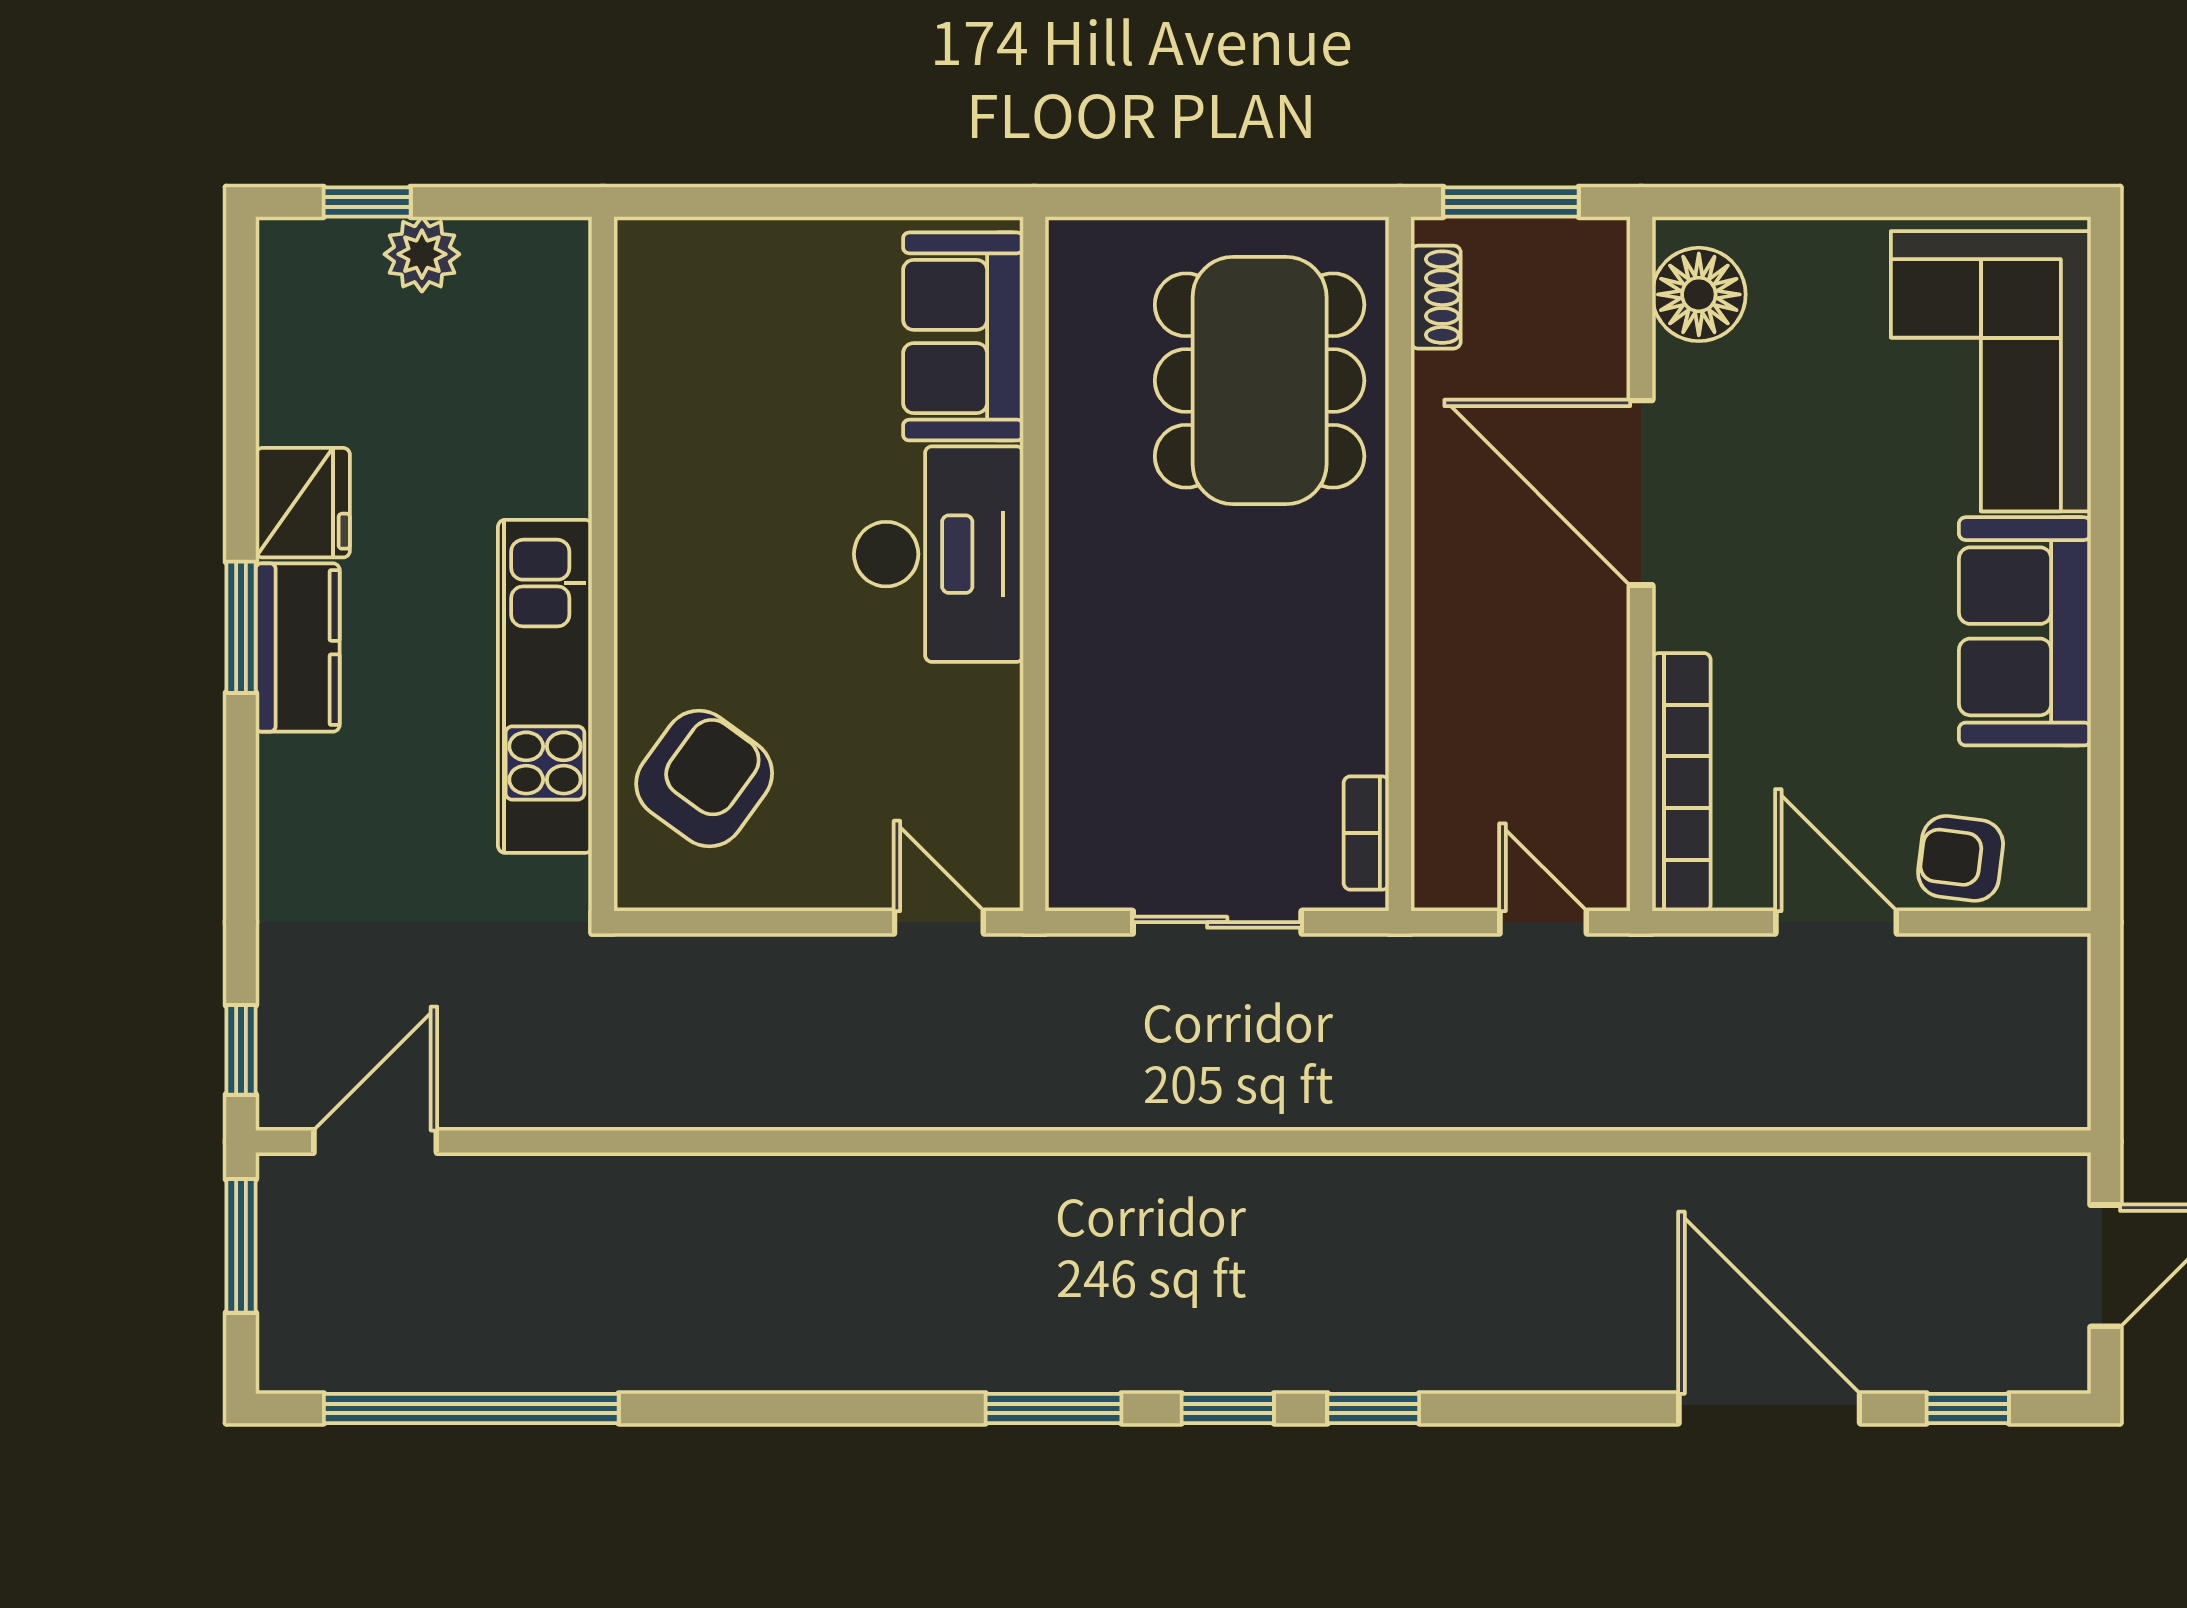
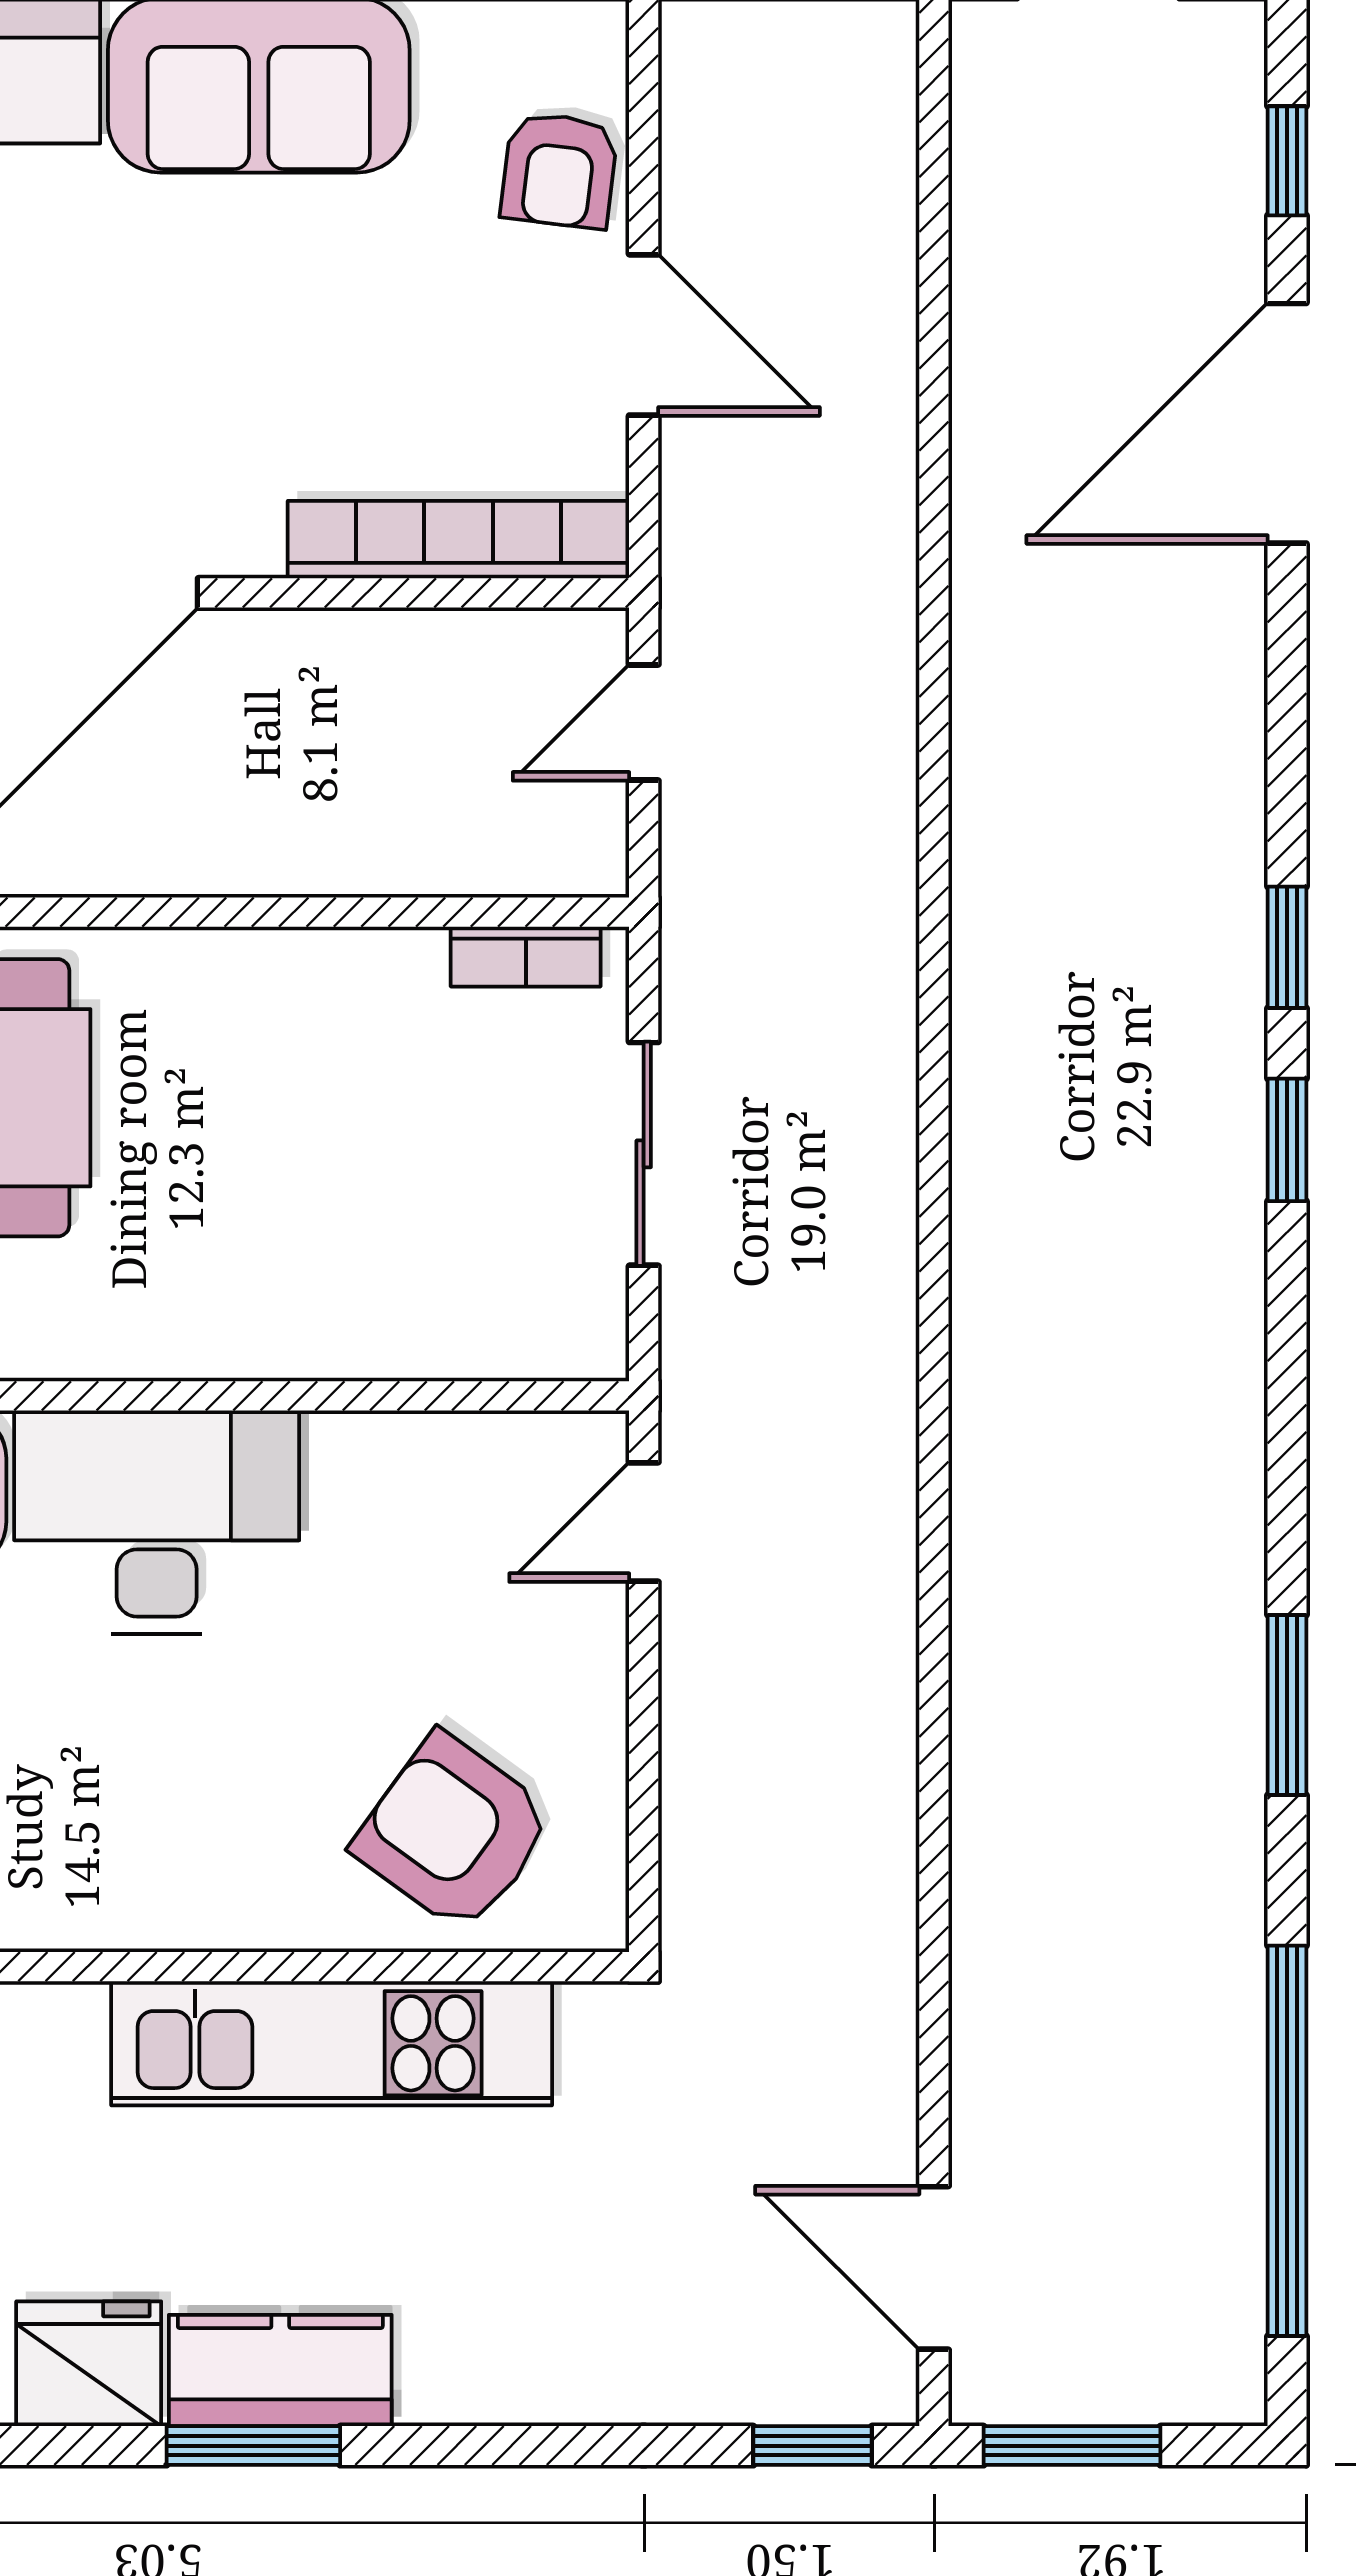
door: (1836, 922) -> (644, 335), swing flipped
window: (1053, 1408) -> (1287, 1705), moved

